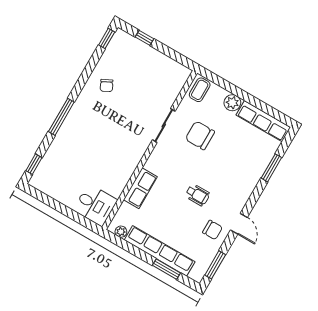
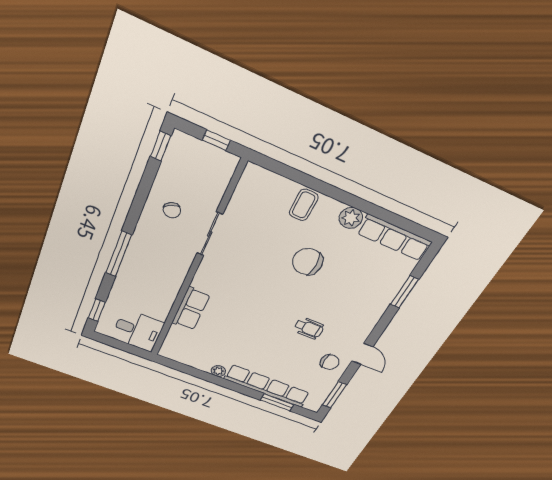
sliding door: (164, 126) -> (210, 234), moved
wall: (150, 150) -> (195, 265), moved
row of seats: (140, 188) -> (191, 309), moved
desk: (95, 205) -> (138, 330), moved

